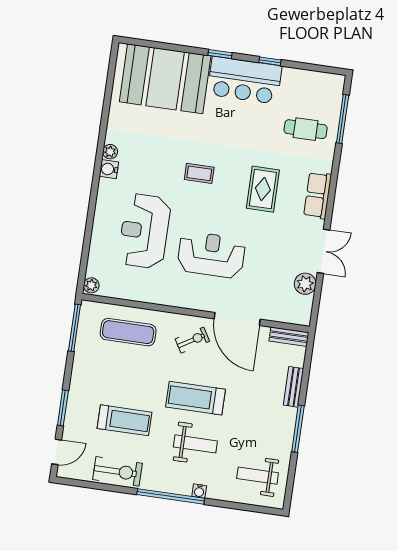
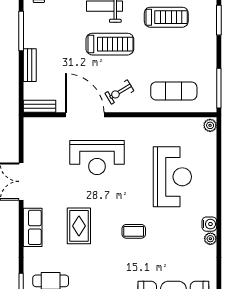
reception desk: (211, 255) -> (97, 158), moved
plant: (305, 284) -> (32, 152), removed
treadmill: (124, 420) -> (166, 17), turned 180

